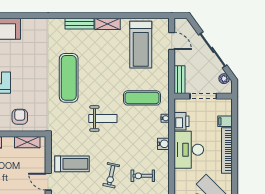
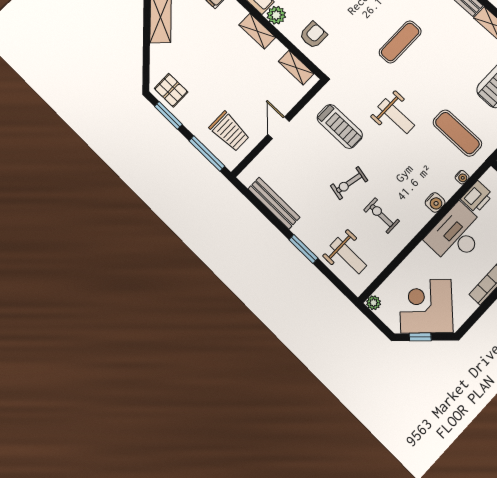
exercise mat: (69, 78) -> (400, 42), width x0.73, depth x0.69
treadmill: (72, 164) -> (340, 126), moved

